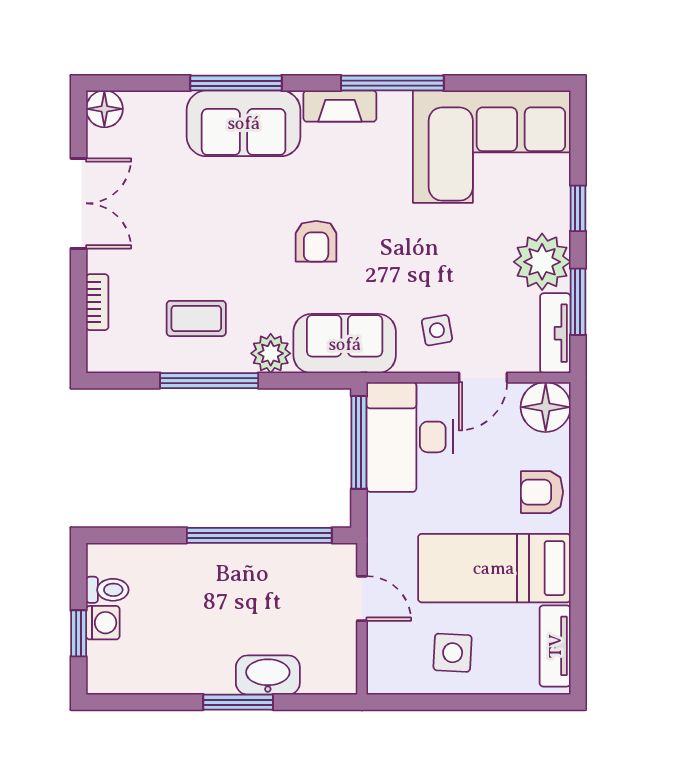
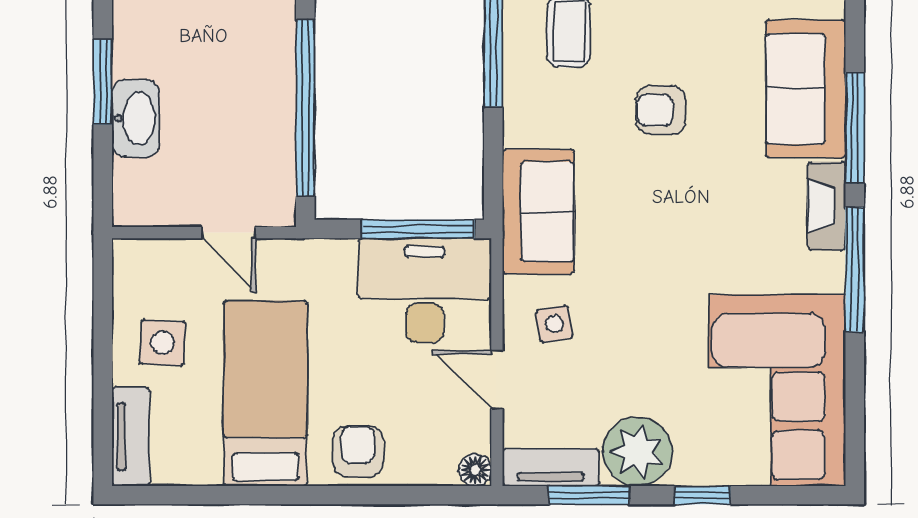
window: (236, 83) -> (855, 128), moved
armchair: (316, 241) -> (661, 110), moved
plant: (271, 353) -> (526, 122), removed
floor lamp: (546, 407) -> (475, 470), width x0.53, depth x0.53
door: (362, 598) -> (229, 233), hinge flipped
tv unit: (555, 646) -> (131, 437), moved, turned 90

